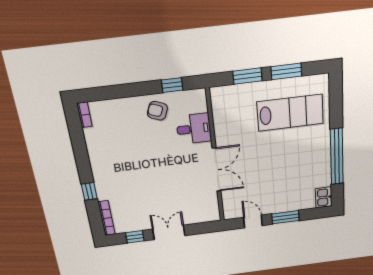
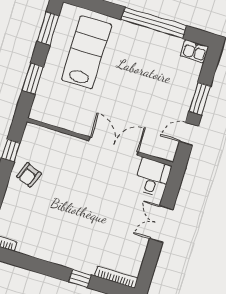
window: (286, 71) -> (48, 28), moved
desk: (194, 129) -> (153, 177), moved
window: (135, 237) -> (150, 260), removed

